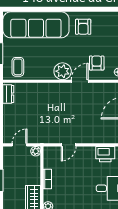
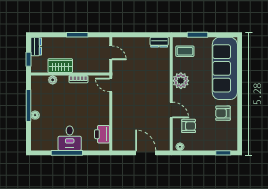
plant: (63, 71) -> (181, 81), moved
door: (69, 145) -> (111, 85), moved
plant: (36, 151) -> (105, 68), removed

